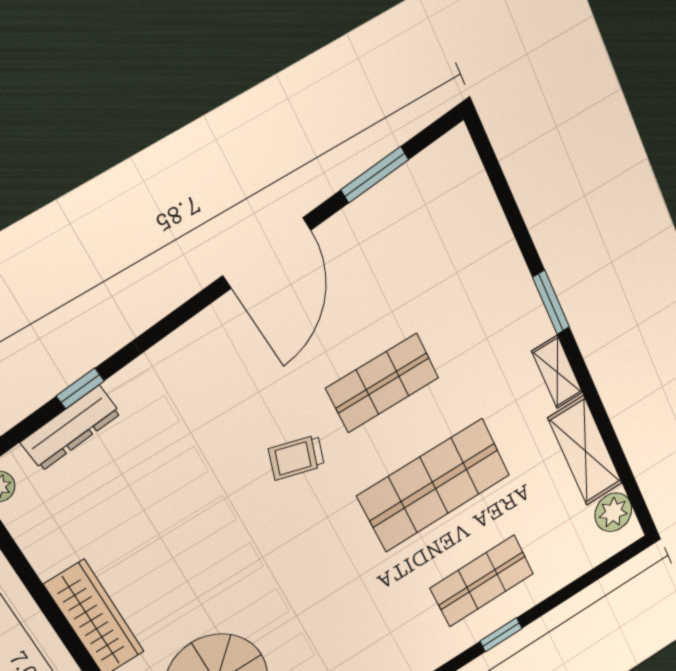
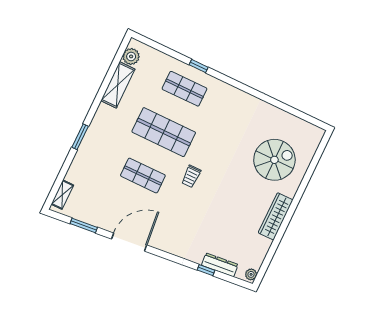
shelving: (557, 372) -> (62, 195), moved
trolley: (296, 457) -> (191, 176), moved, turned 74

